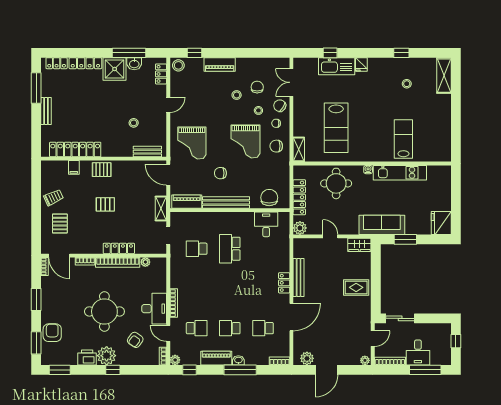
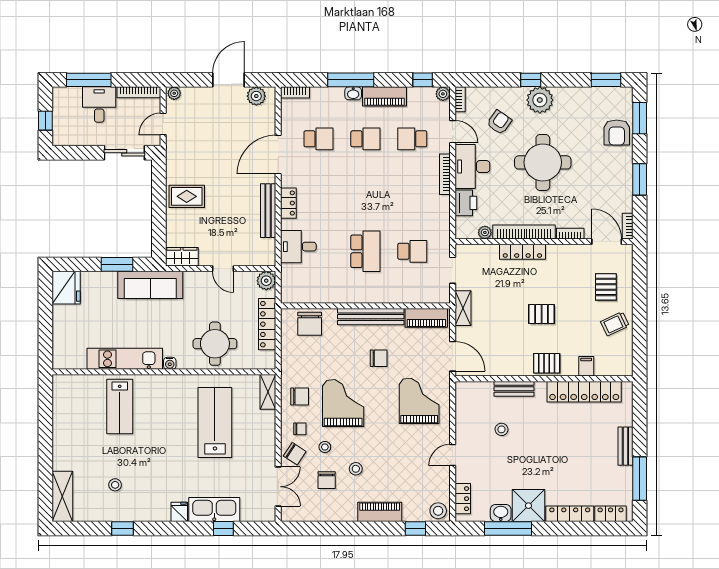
bench: (147, 152) -> (514, 389), moved
desk: (266, 224) -> (298, 247), moved, turned 90
printer: (87, 357) -> (466, 203), moved, turned -90

